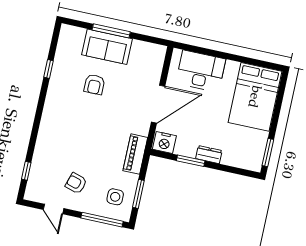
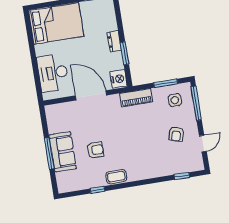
coffee table: (55, 96) -> (116, 177), added

